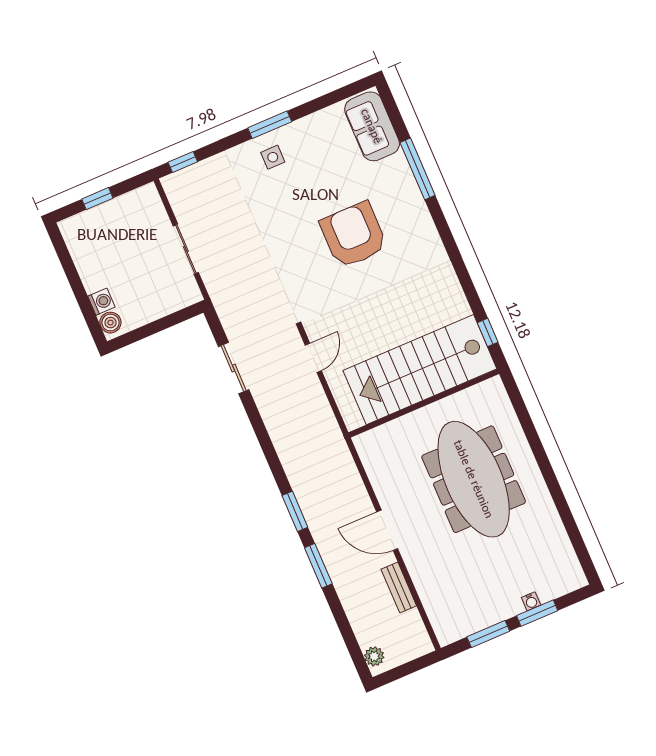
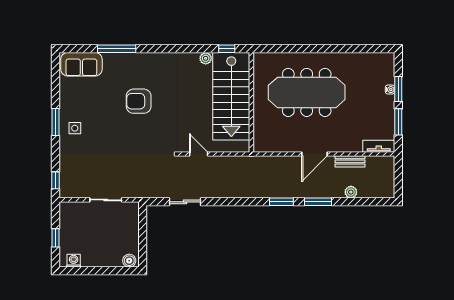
armchair: (354, 235) -> (139, 101), width x0.73, depth x0.73
washing machine: (101, 302) -> (74, 261), moved
plant: (460, 307) -> (206, 58), added
tv unit: (440, 621) -> (379, 146), added
plant: (374, 656) -> (351, 192), moved

